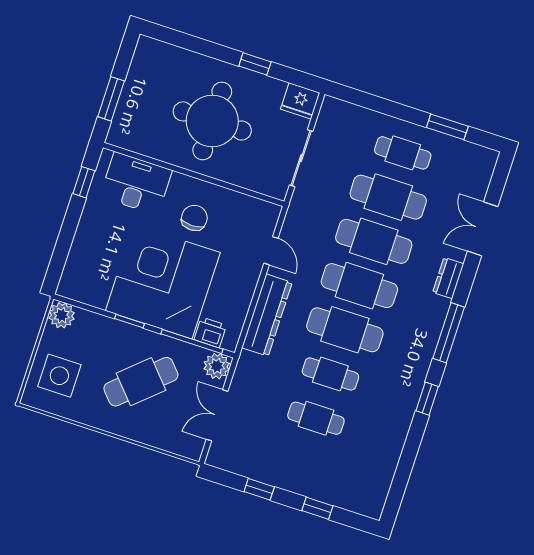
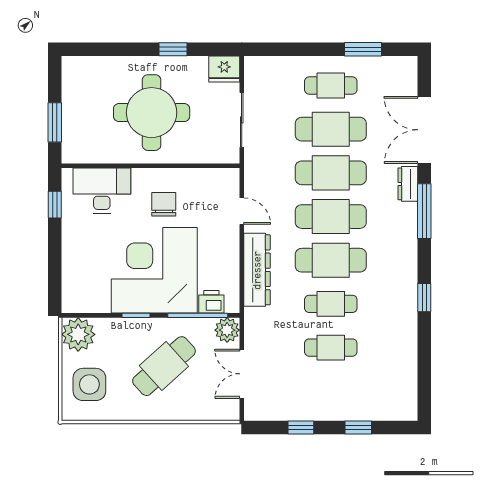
double door: (483, 229) -> (424, 130), width x1.37
plant: (62, 315) -> (78, 334), width x1.36, depth x1.36
window: (449, 333) -> (424, 211), moved

